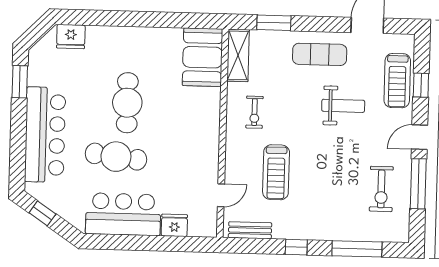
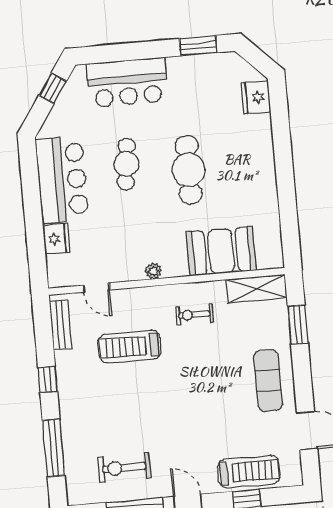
booth: (203, 57) -> (221, 251), moved
treadmill: (397, 81) -> (249, 472), turned 180
cafe table: (127, 103) -> (189, 170), turned 90
weight bench: (343, 106) -> (213, 414), removed
bar counter: (45, 135) -> (127, 82), width x0.73
plant: (212, 144) -> (154, 271), added
cafe table: (116, 157) -> (126, 164), width x0.73, depth x0.74

